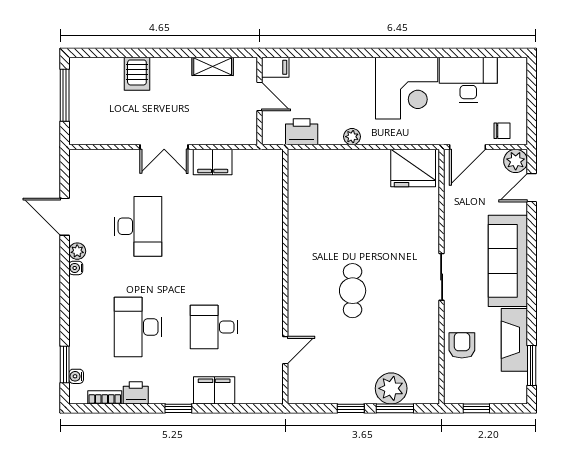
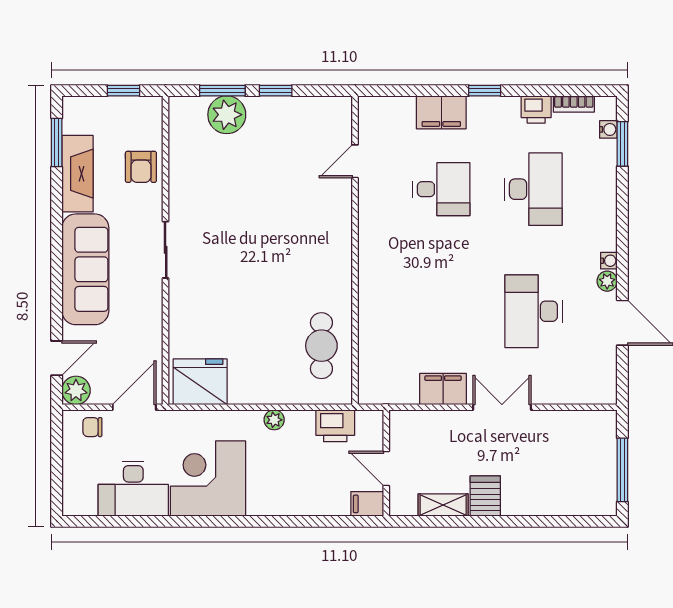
server rack: (137, 74) -> (485, 496), moved
cafe table: (353, 291) -> (321, 346), moved

